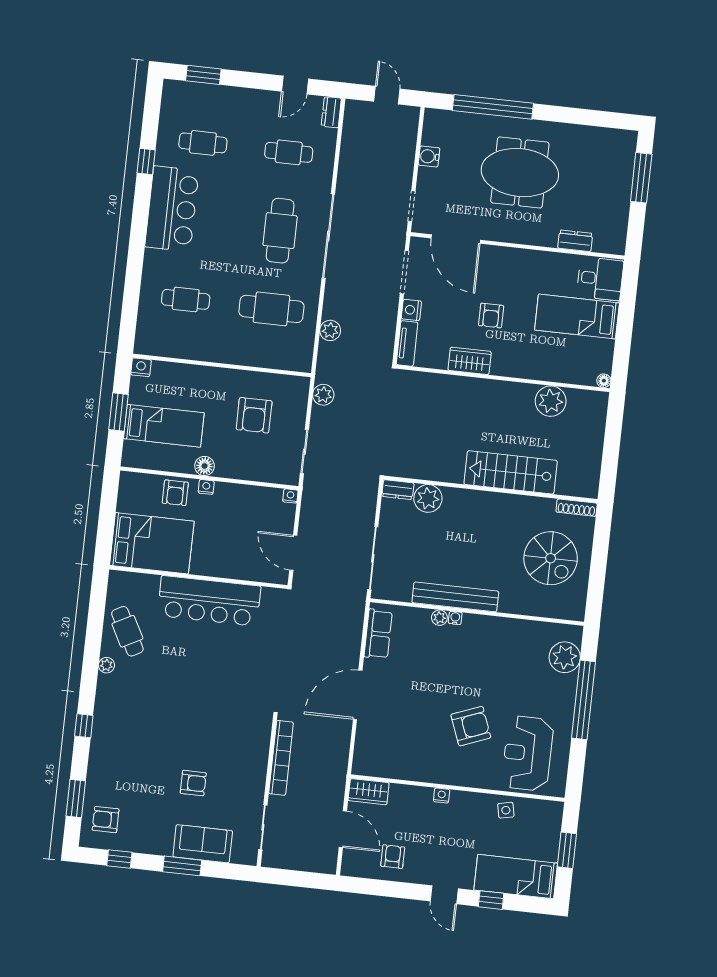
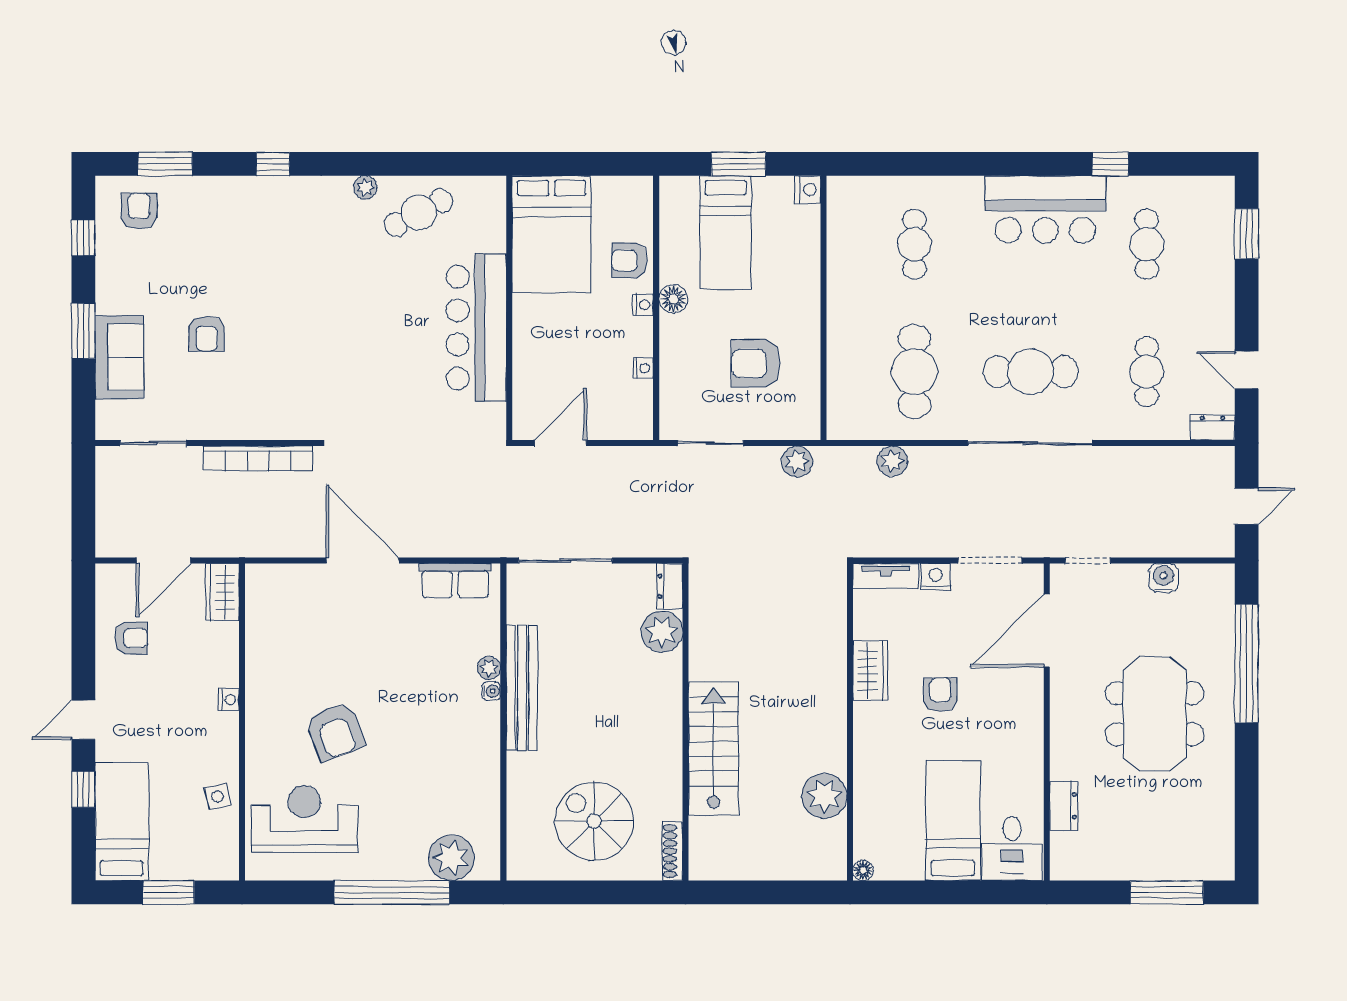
armchair: (491, 316) -> (940, 695), turned 90
nightstand: (290, 496) -> (643, 368), moved
spiral stairs: (551, 558) -> (594, 821), turned 90

